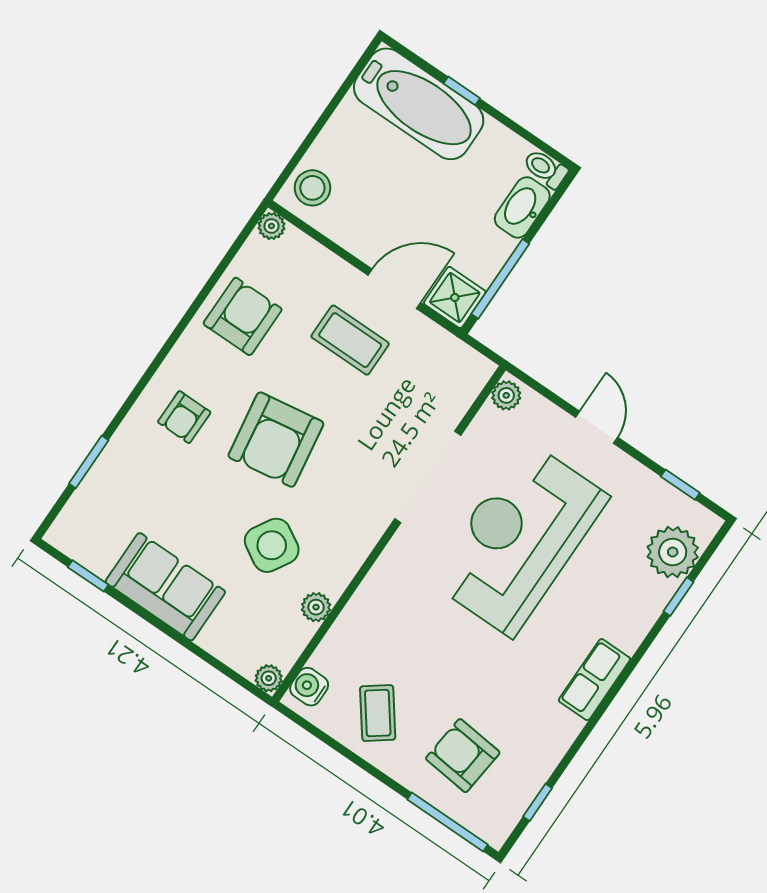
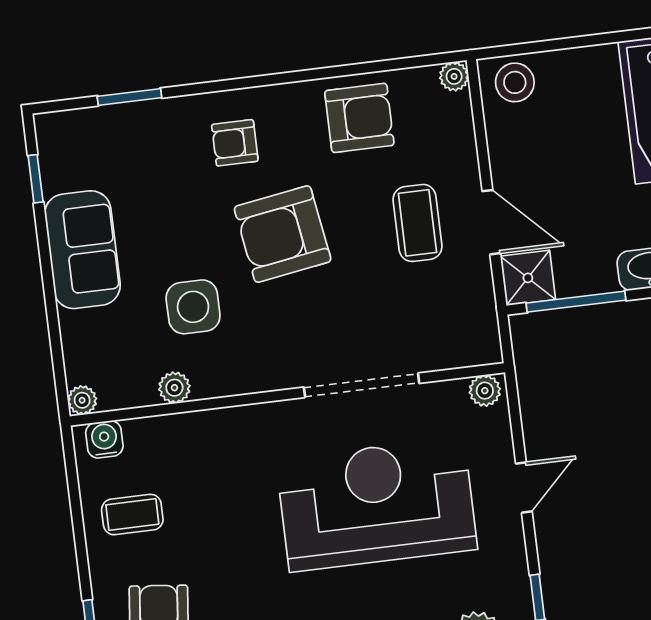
side table: (272, 545) -> (193, 307), turned -30
coffee table: (378, 713) -> (132, 515), turned 37

